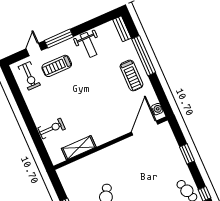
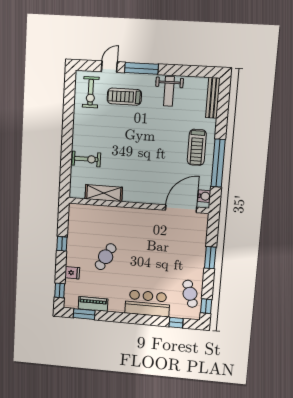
bench: (122, 29) -> (213, 98), width x1.36
window: (144, 56) -> (218, 163), moved

